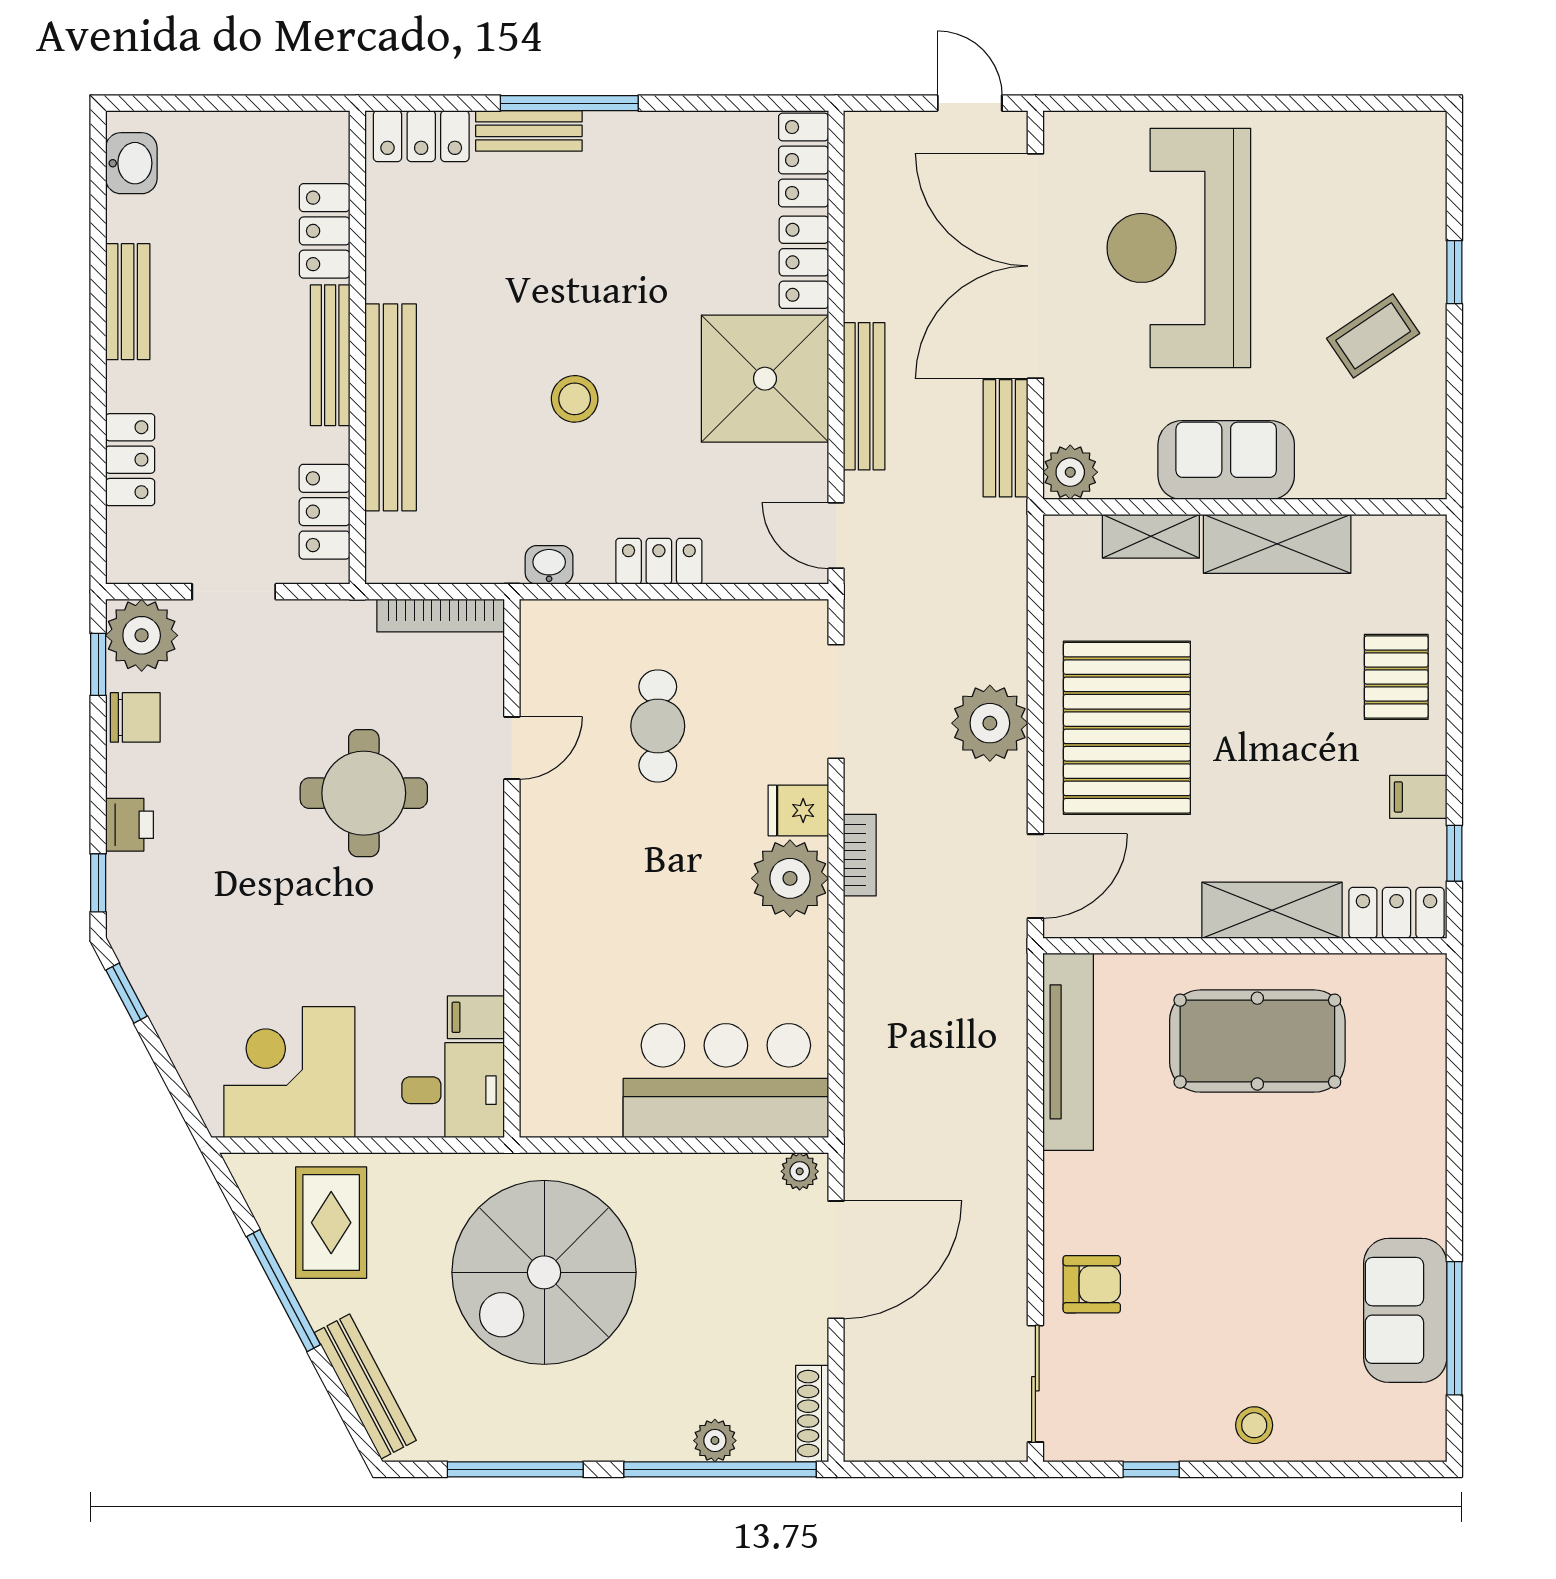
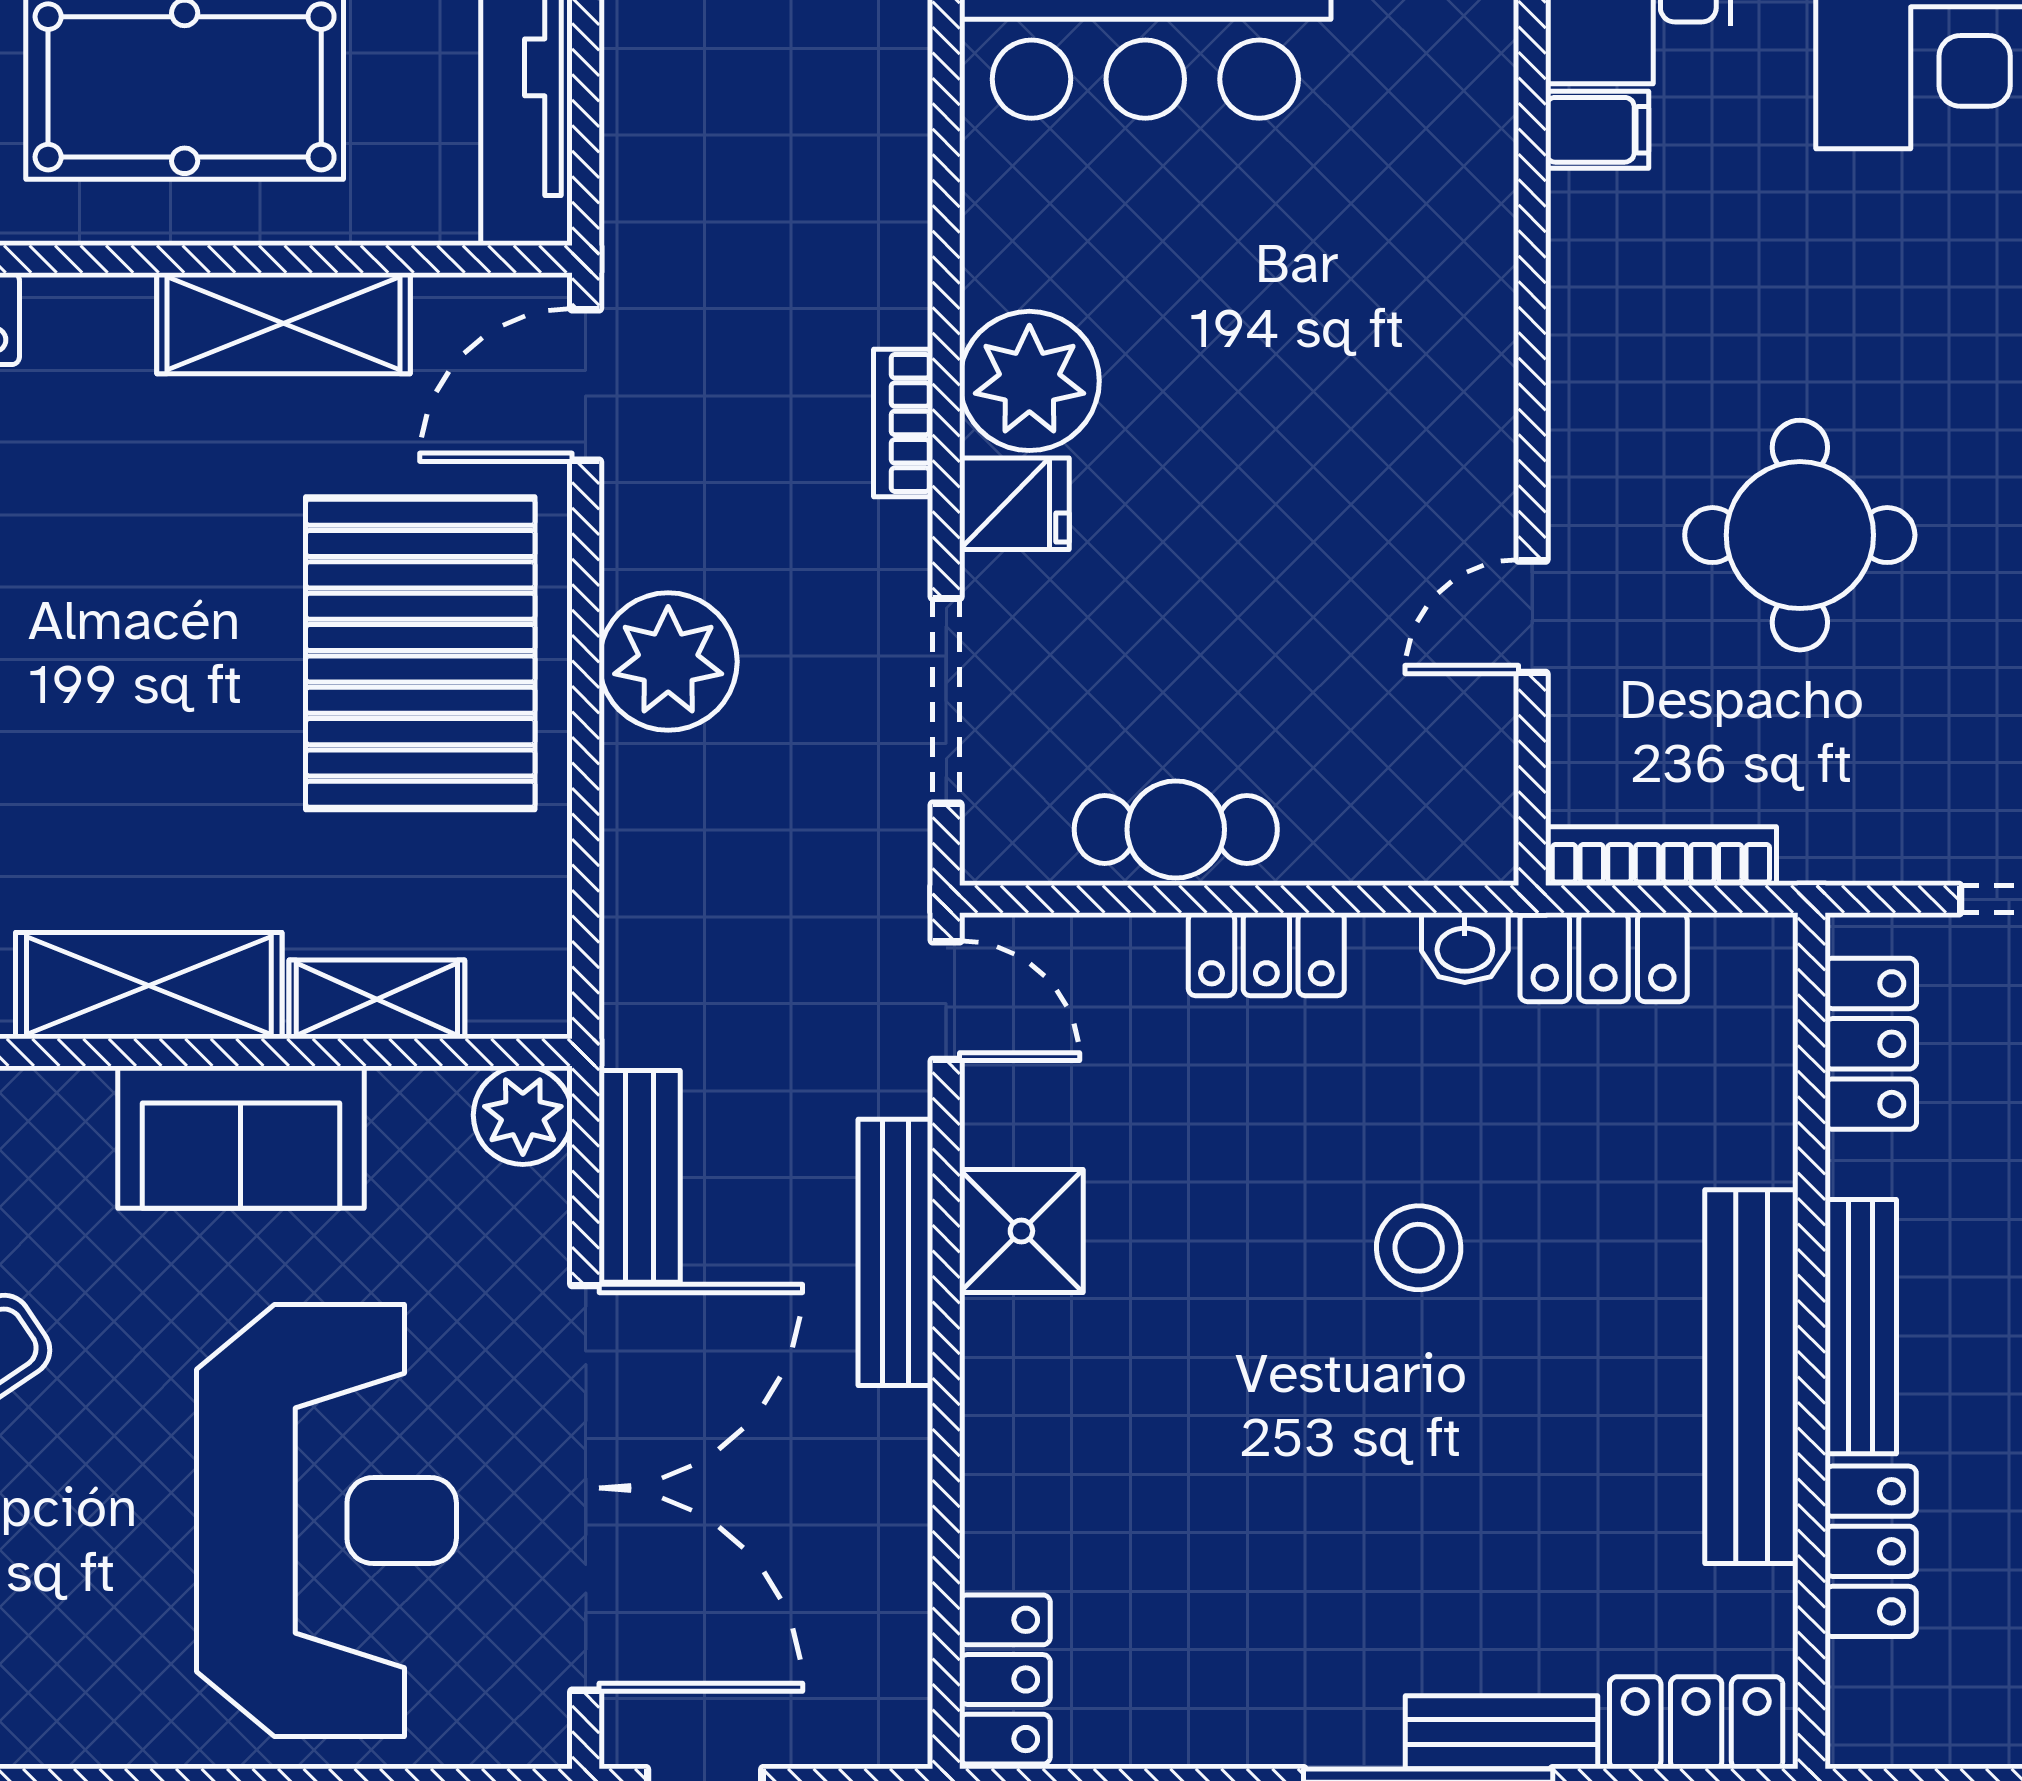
locker: (804, 262) -> (1604, 957), moved, turned 90
shower: (765, 379) -> (1021, 1231), width x0.54, depth x0.54
bench: (391, 407) -> (1751, 1377), moved
cafe table: (658, 726) -> (1176, 830), moved, turned 90
shelving: (1272, 910) -> (284, 323), moved

